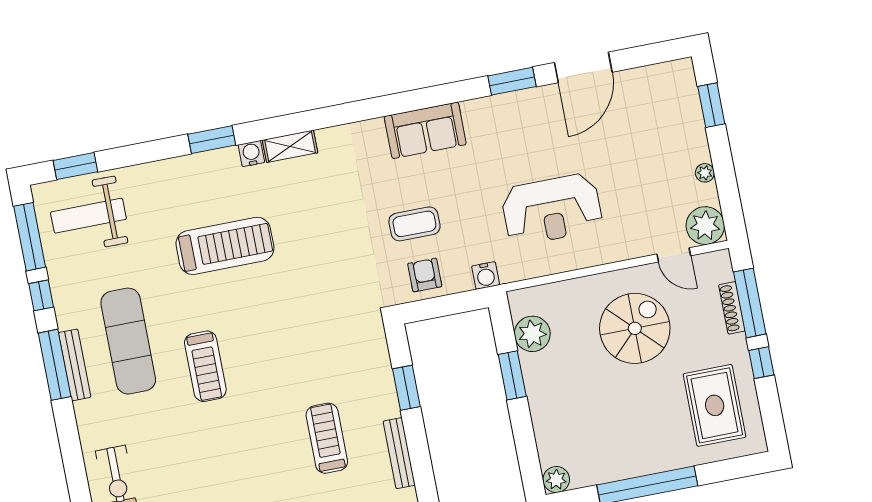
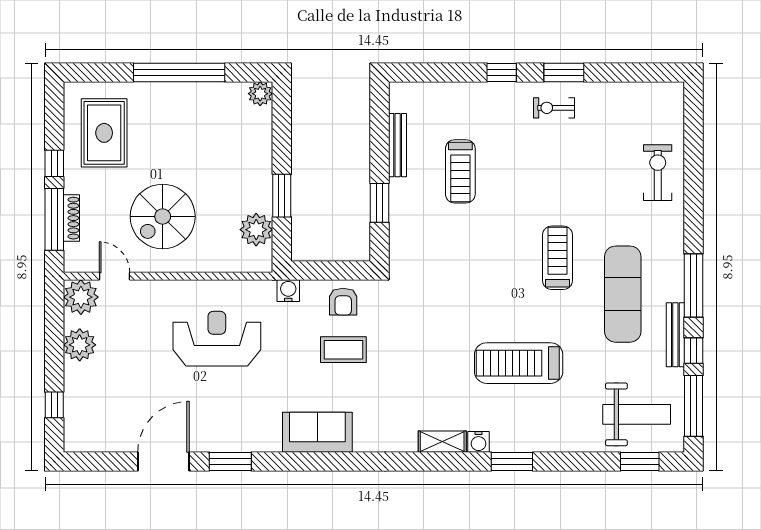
window: (711, 105) -> (54, 405), width x0.67
plant: (705, 173) -> (80, 345), width x1.87, depth x1.87
bench: (75, 365) -> (675, 335), moved

